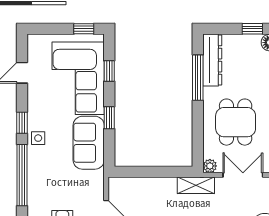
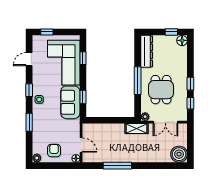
window: (84, 29) -> (47, 32), moved
window: (198, 78) -> (138, 81), moved
window: (109, 118) -> (83, 97), moved
window: (22, 175) -> (29, 122), width x0.47
double door: (243, 175) -> (165, 122), swing flipped

